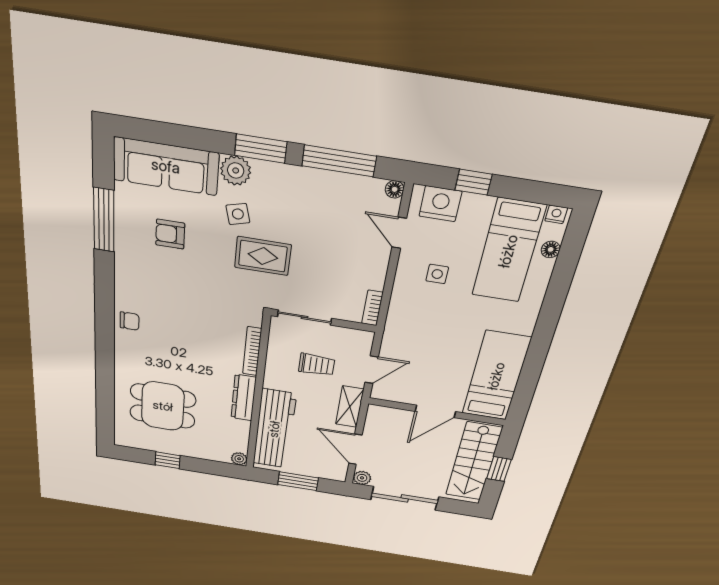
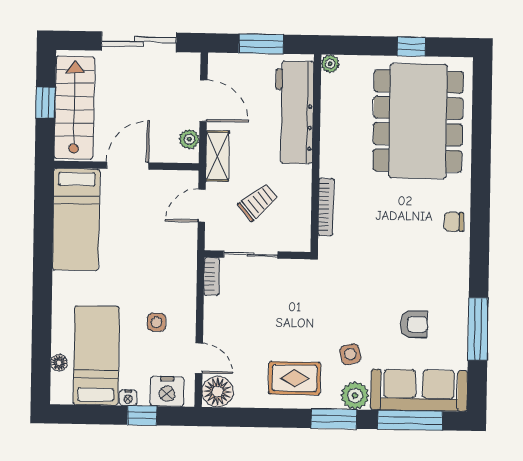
window: (339, 161) -> (410, 420), moved
floor lamp: (395, 189) -> (218, 392), width x1.89, depth x1.89
nightstand: (556, 214) -> (128, 398), moved
rug: (263, 256) -> (295, 378), moved
sliding door: (304, 317) -> (251, 255), moved
trolley: (317, 365) -> (258, 202), turned 140
dresser: (244, 398) -> (331, 148), removed
dining table: (163, 406) -> (418, 121), width x1.88, depth x1.24
plant: (362, 478) -> (189, 139), moved

